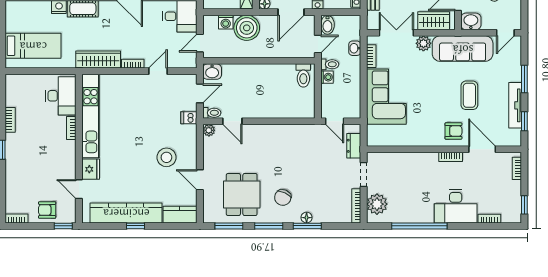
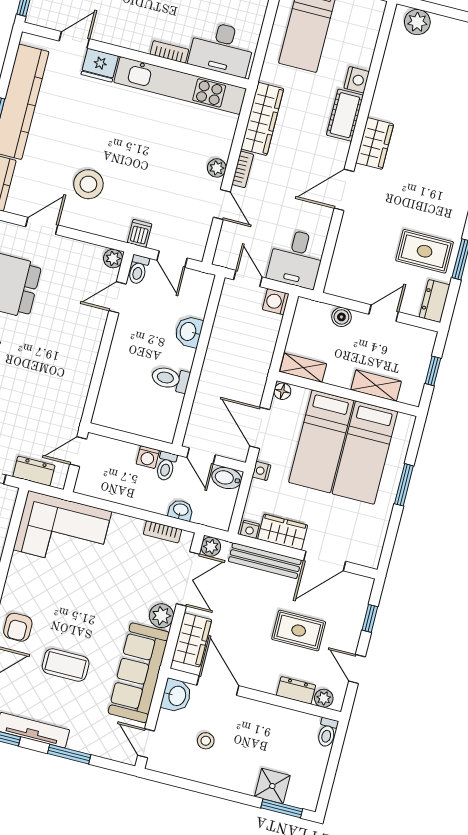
washing machine: (226, 22) -> (276, 302), moved
plant: (373, 24) -> (211, 547), added
boiler: (247, 28) -> (253, 355), removed
washbasin: (212, 72) -> (189, 332), moved
toilet: (303, 75) -> (170, 379), moved
plant: (136, 80) -> (217, 168), added
corner sofa: (386, 97) -> (62, 531), moved

